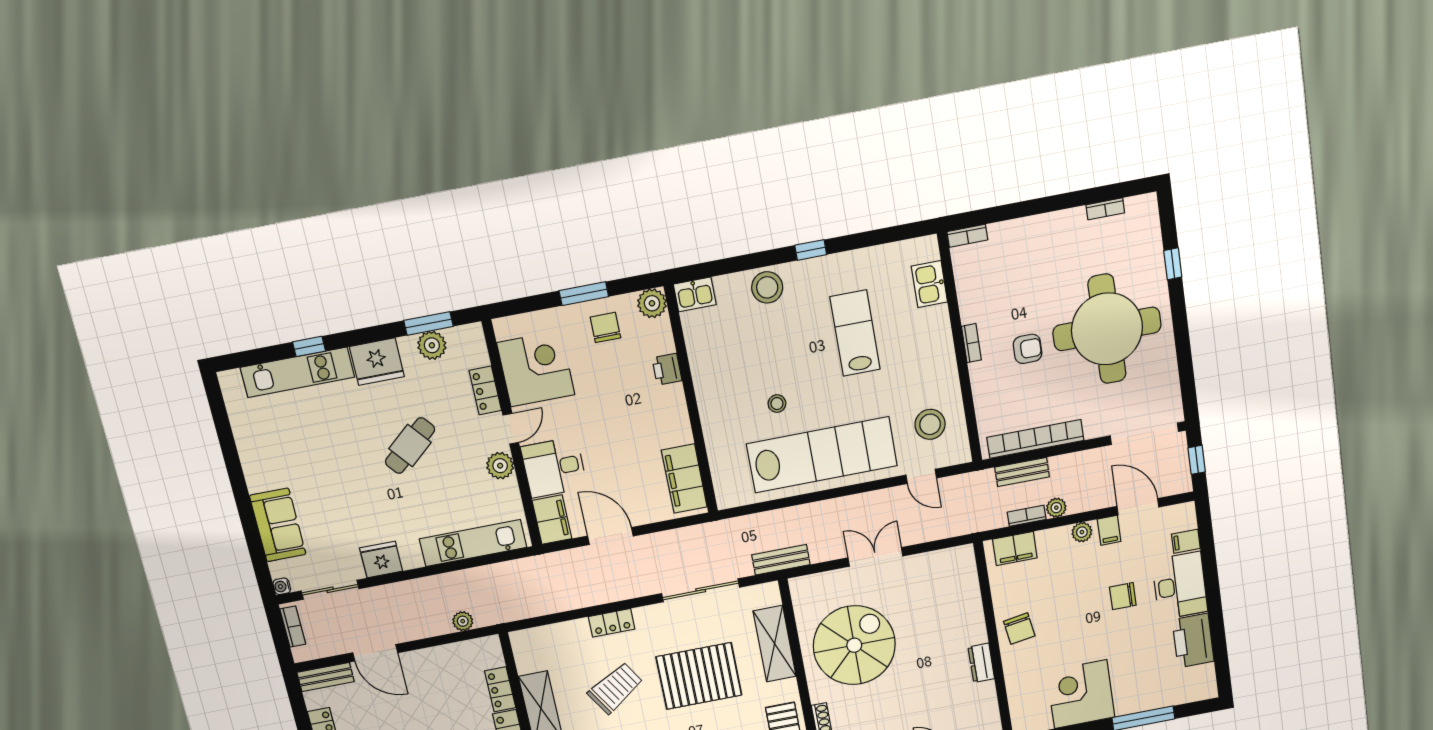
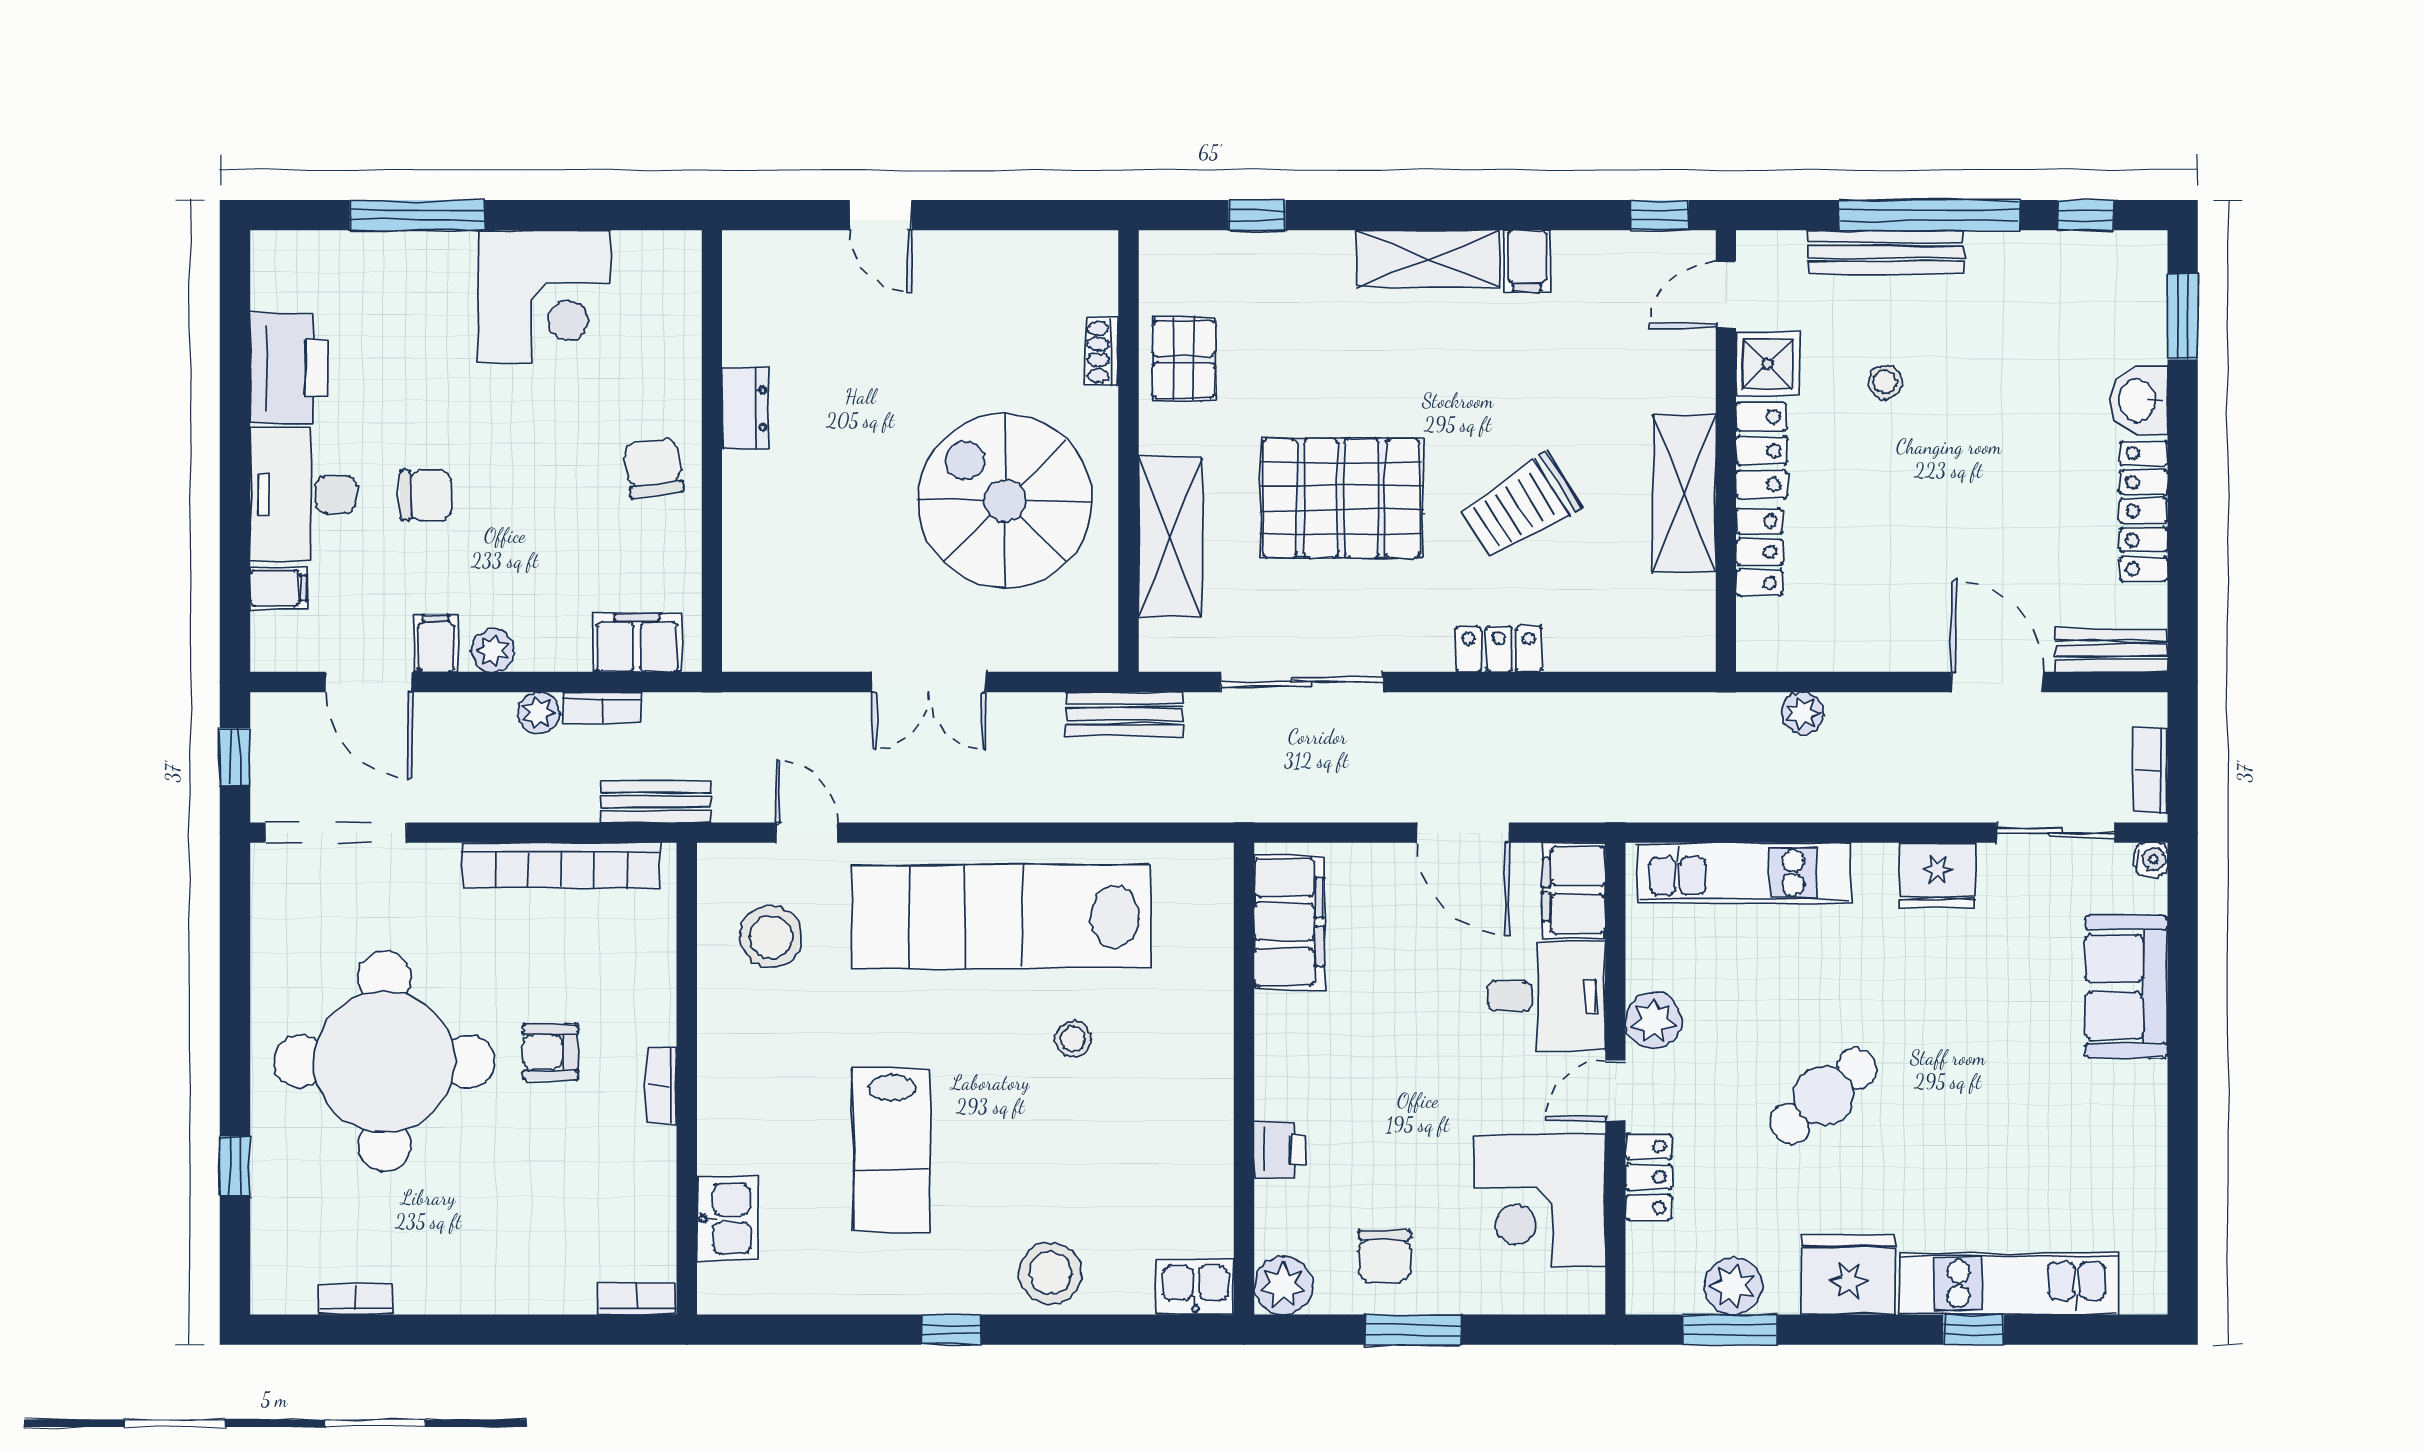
bench: (1022, 472) -> (656, 802), moved
spiral stairs: (854, 645) -> (1005, 501), turned 90

